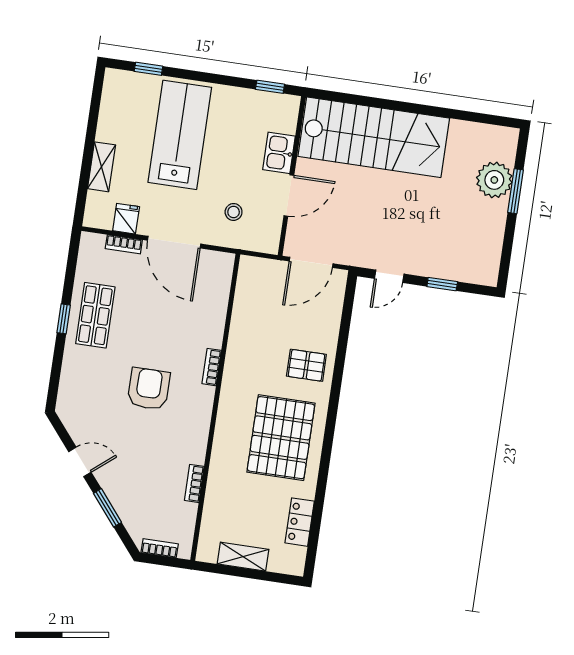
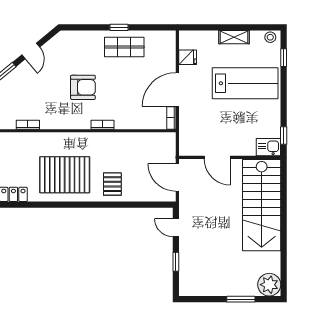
kitchen sink: (279, 153) -> (268, 147), moved
shelving: (101, 167) -> (234, 37), moved
plant: (494, 180) -> (269, 285), moved
stool: (234, 212) -> (270, 37), moved
bookcase: (124, 244) -> (171, 118), moved

